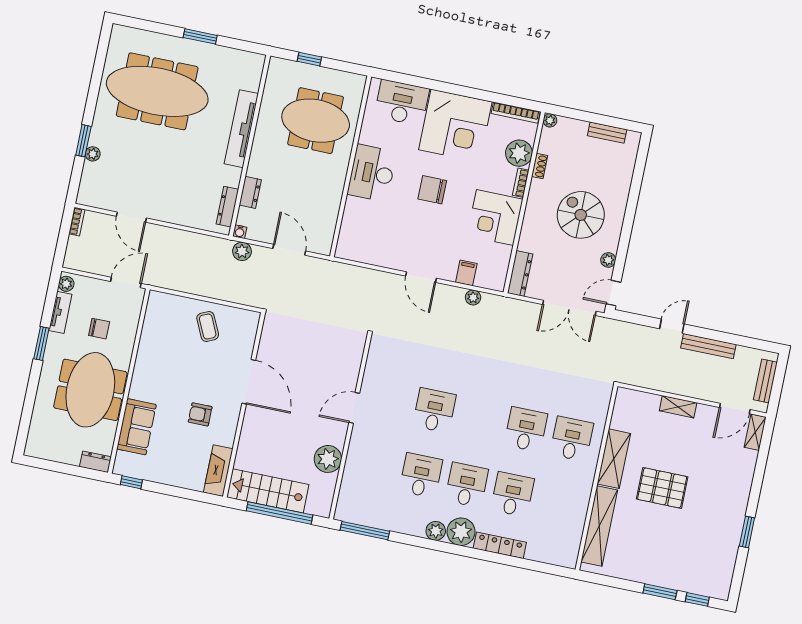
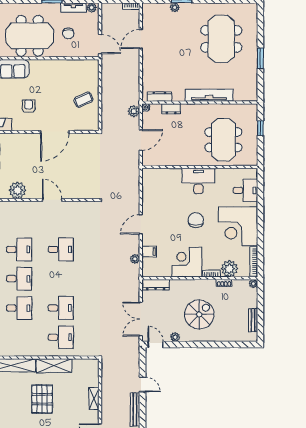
meeting table: (157, 91) -> (221, 39), width x0.73
desk: (402, 103) -> (245, 190), width x0.73

